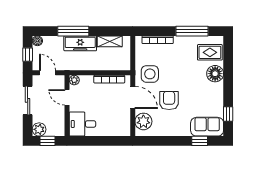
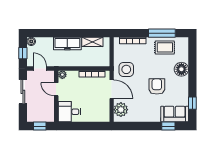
window: (73, 31) -> (61, 33), removed
rug: (210, 52) -> (165, 47), moved
armchair: (169, 100) -> (157, 86), moved
plant: (39, 129) -> (33, 116), removed

